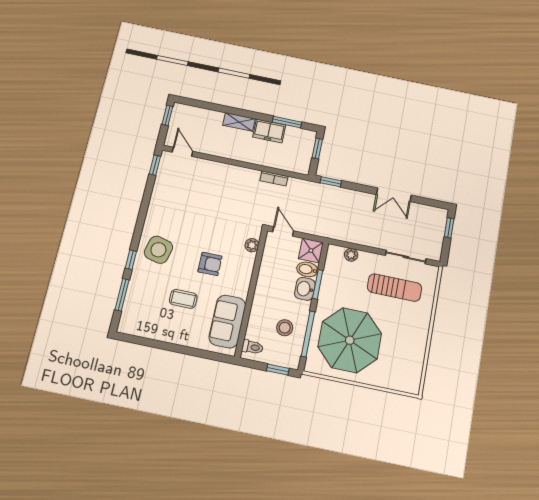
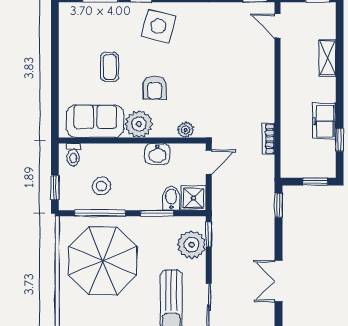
shelving: (239, 122) -> (328, 58), moved
window: (287, 122) -> (340, 140), width x0.67
door: (182, 152) -> (278, 26), swing flipped
window: (344, 244) -> (209, 234), added
plant: (351, 255) -> (192, 245), width x1.88, depth x1.88
plant: (238, 284) -> (139, 124), added
washbasin: (305, 289) -> (157, 154), moved, turned 180

